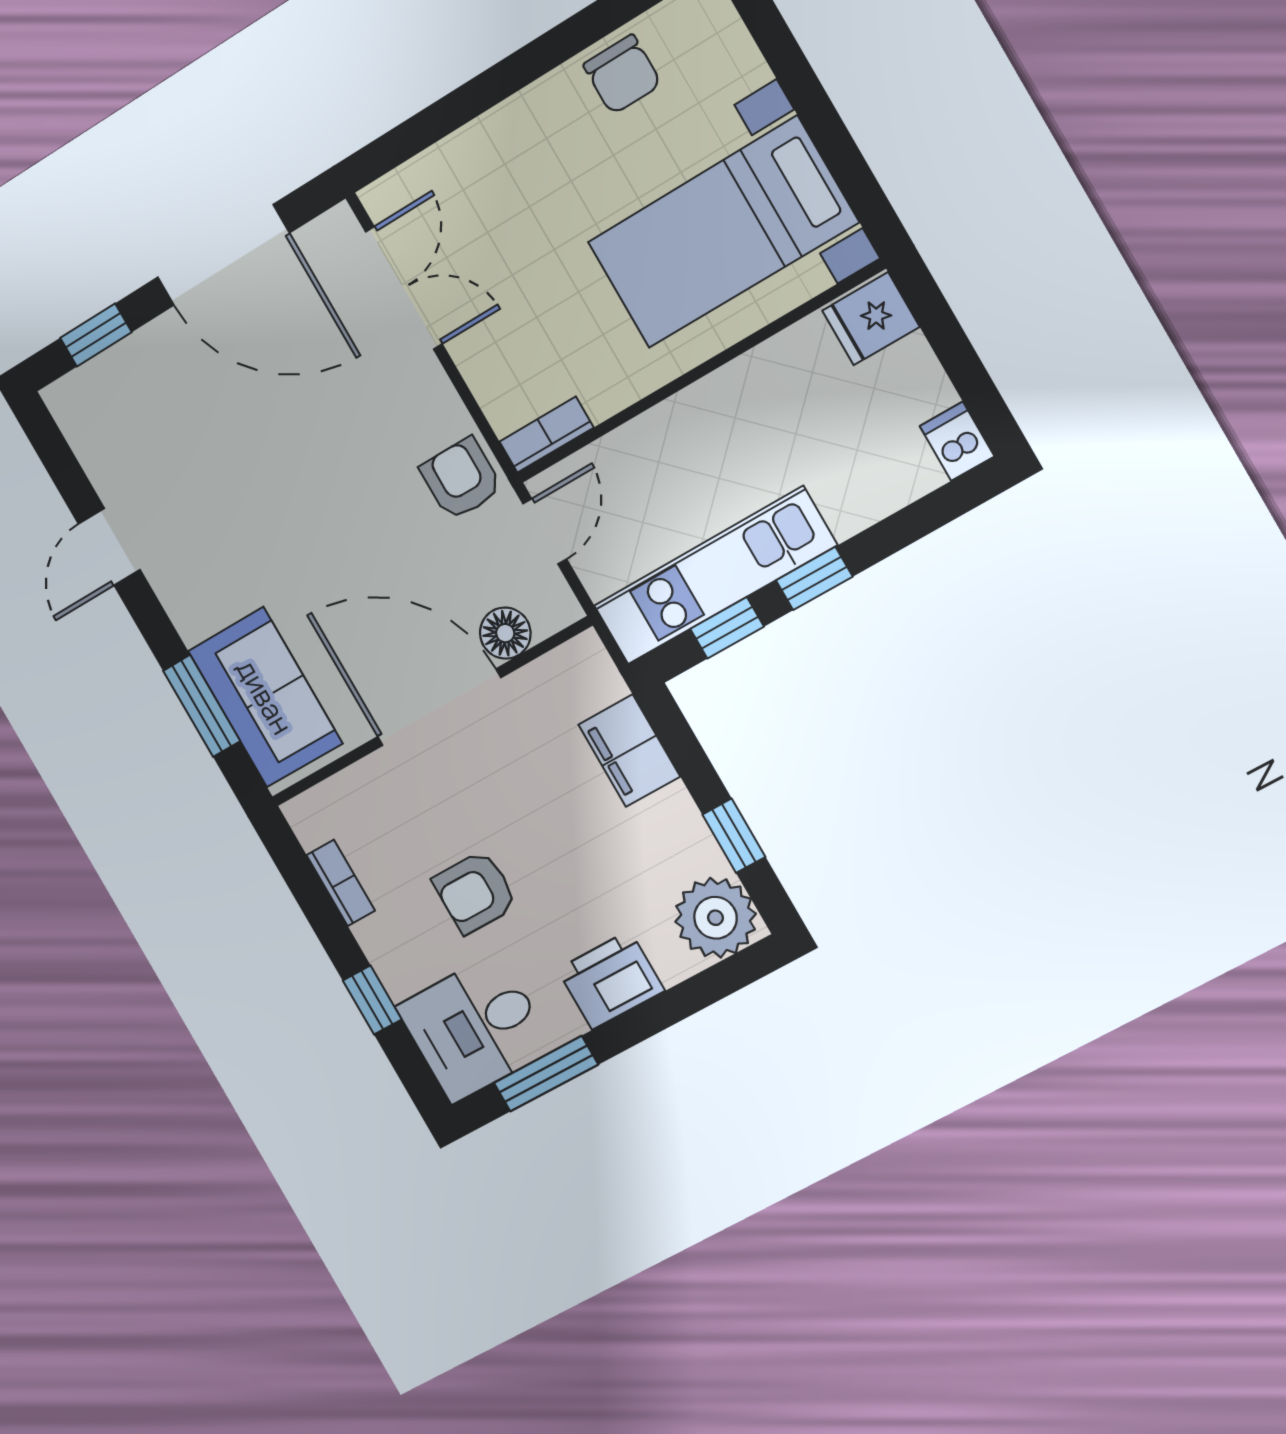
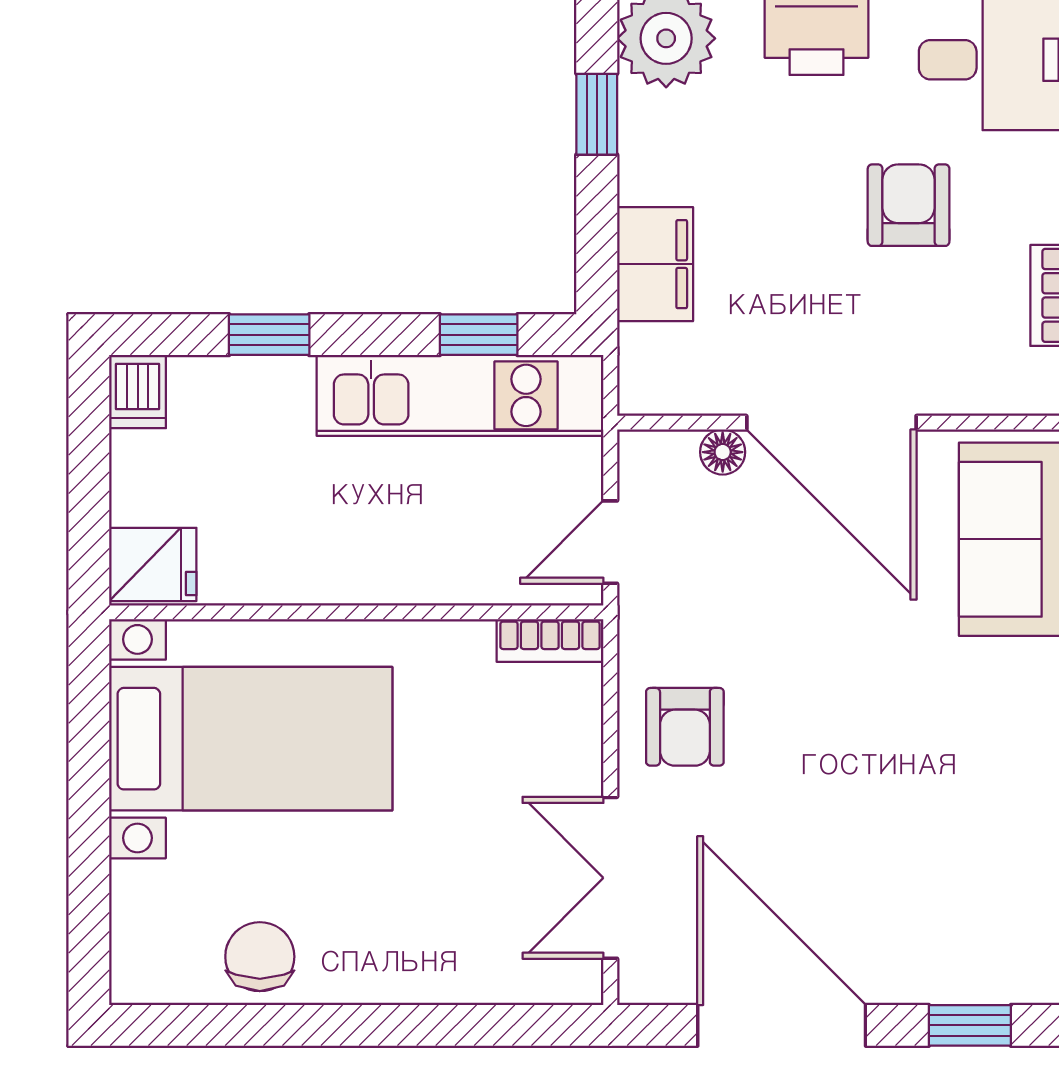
armchair: (461, 479) -> (685, 727), moved
window: (814, 578) -> (269, 335), moved
floor lamp: (505, 633) -> (723, 452), width x0.73, depth x0.73
armchair: (475, 892) -> (909, 205), turned -90

